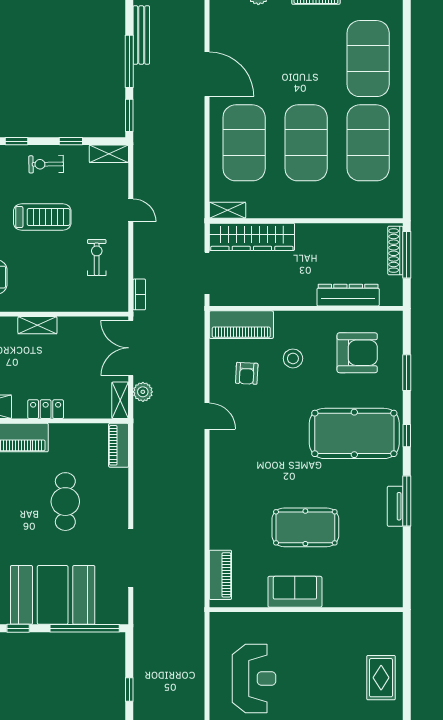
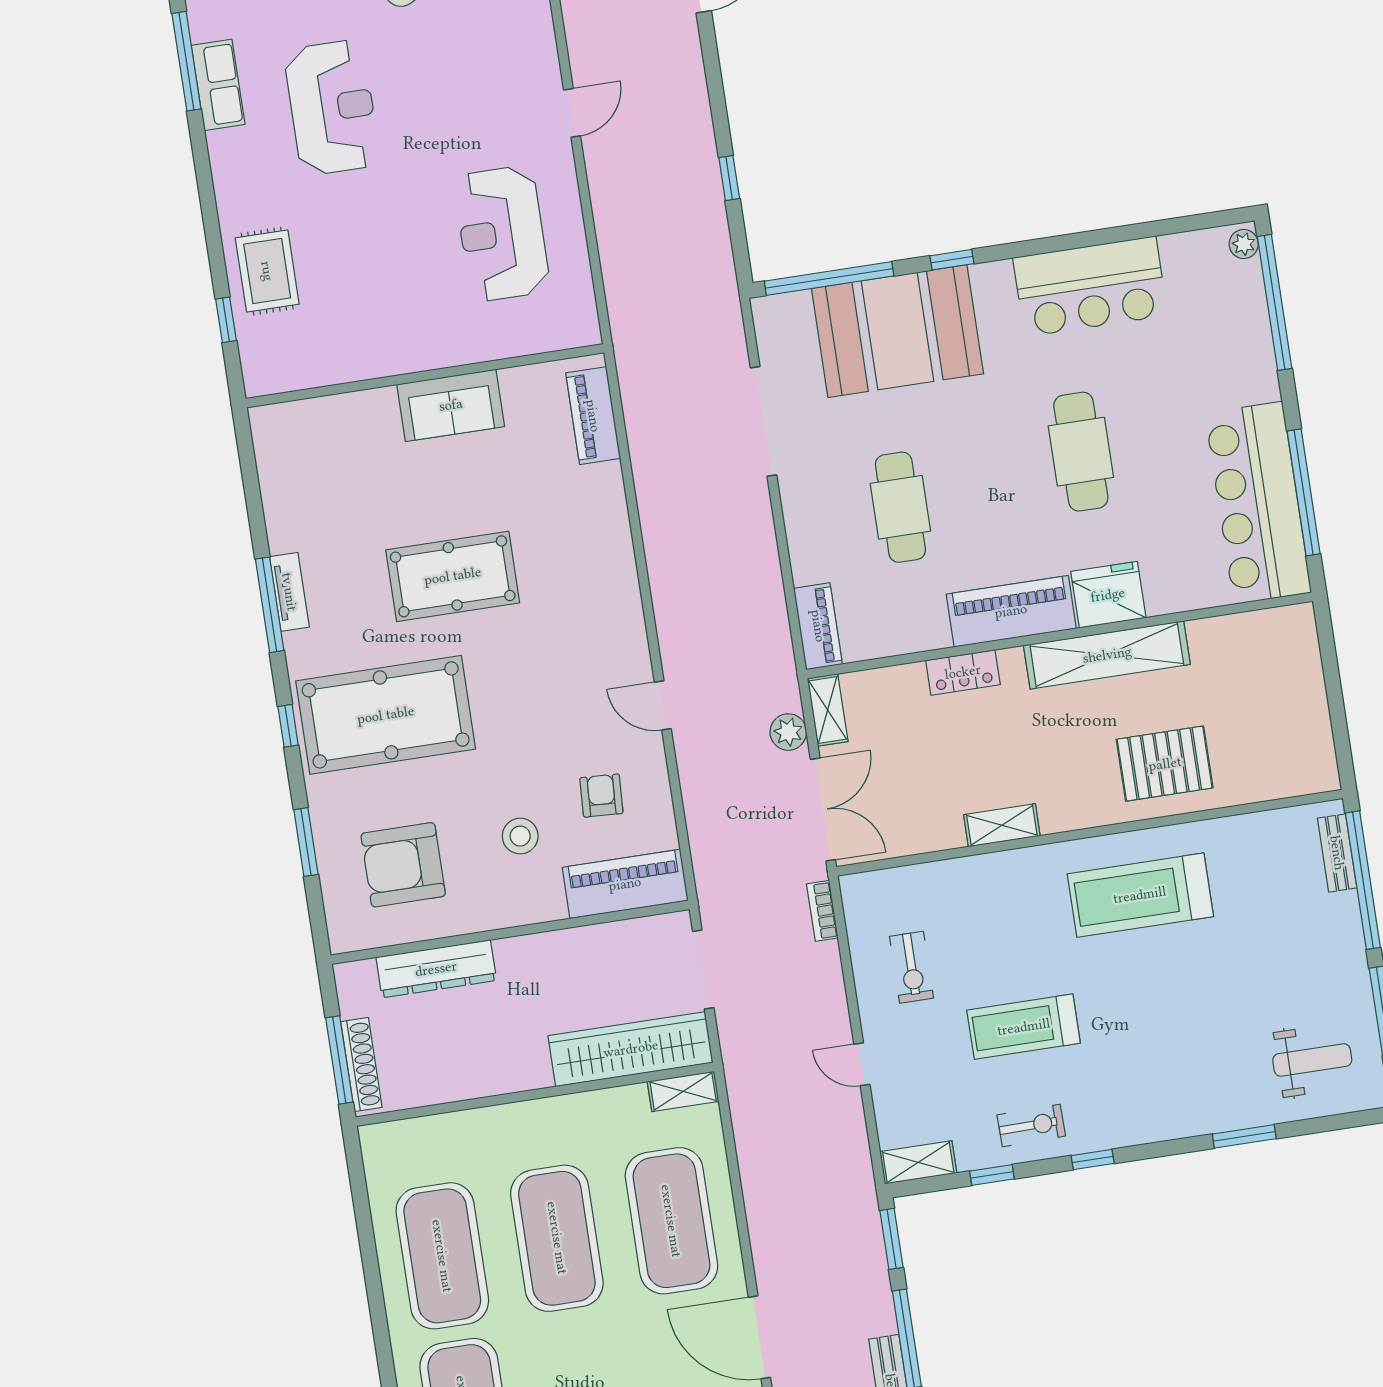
pool table: (305, 527) -> (453, 576), moved
window: (407, 655) -> (226, 320), added

